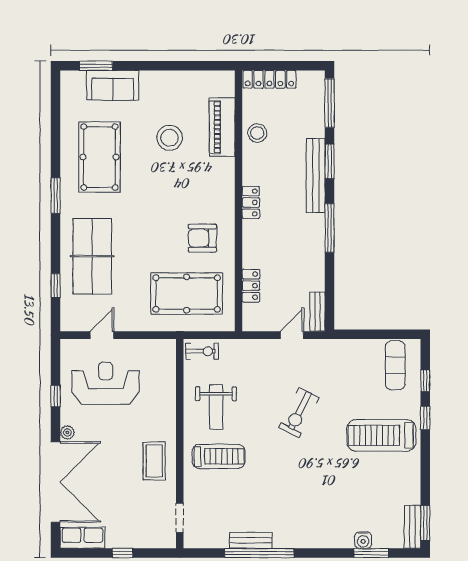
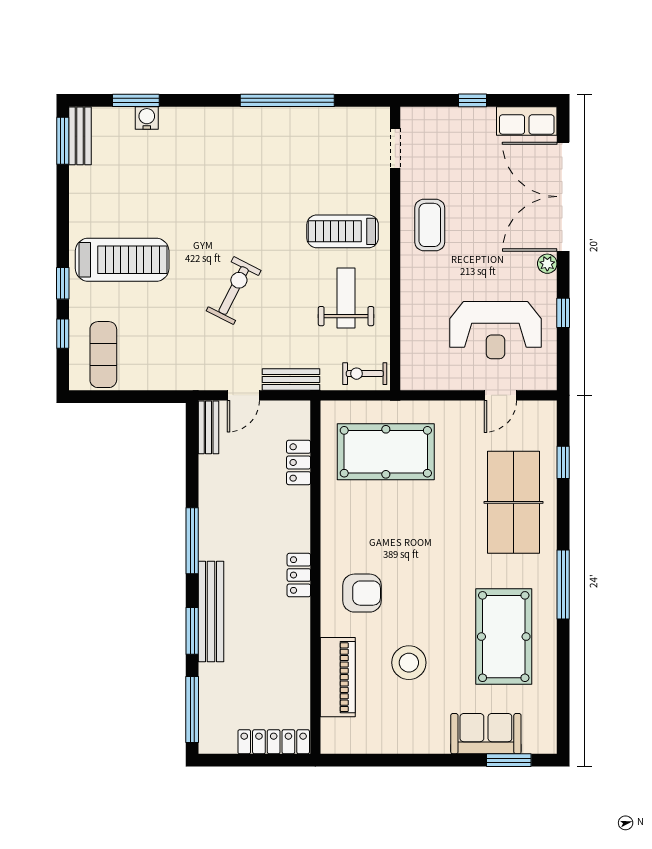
stool: (257, 133) -> (290, 669), removed
window: (56, 195) -> (563, 585), width x1.44
armchair: (202, 238) -> (362, 593), moved
bench: (251, 540) -> (291, 380), moved

